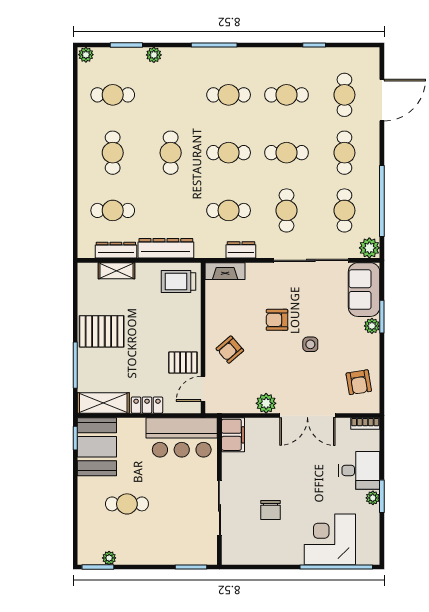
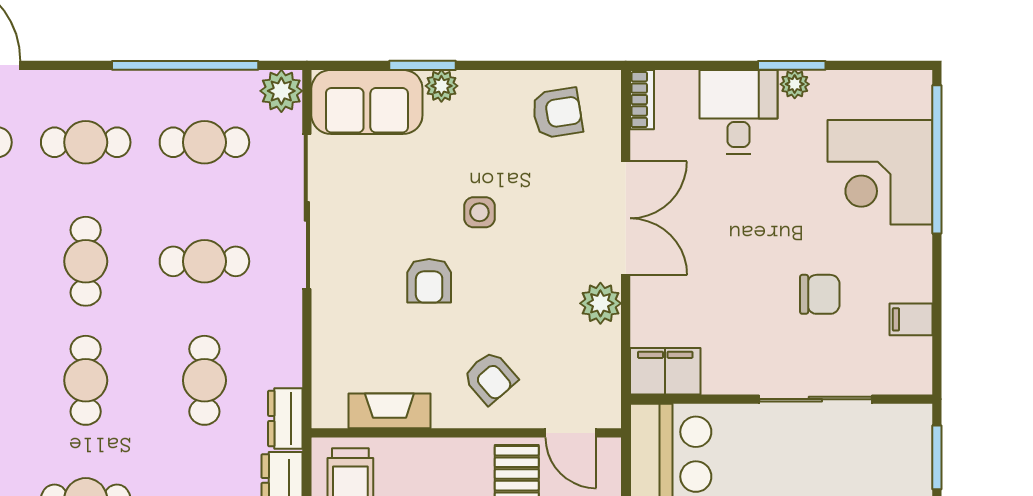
dresser: (241, 250) -> (285, 418), moved
fireplace: (225, 271) -> (389, 411), moved, turned -90
filing cabinet: (258, 554) -> (911, 319), added

